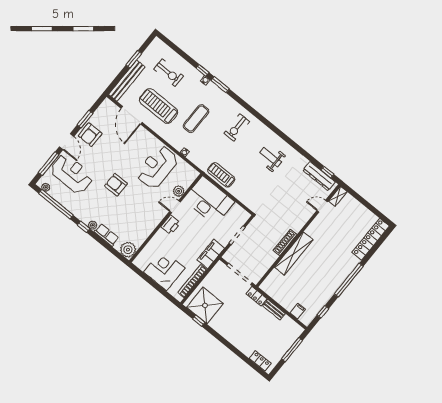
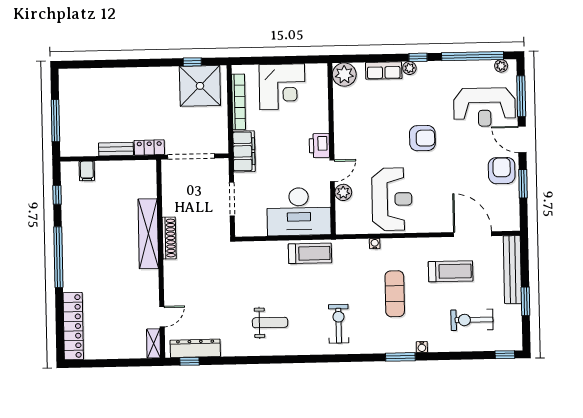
window: (203, 70) -> (505, 355), moved
treadmill: (158, 106) -> (451, 271), width x0.73, depth x0.73
locker: (260, 361) -> (81, 76), removed

